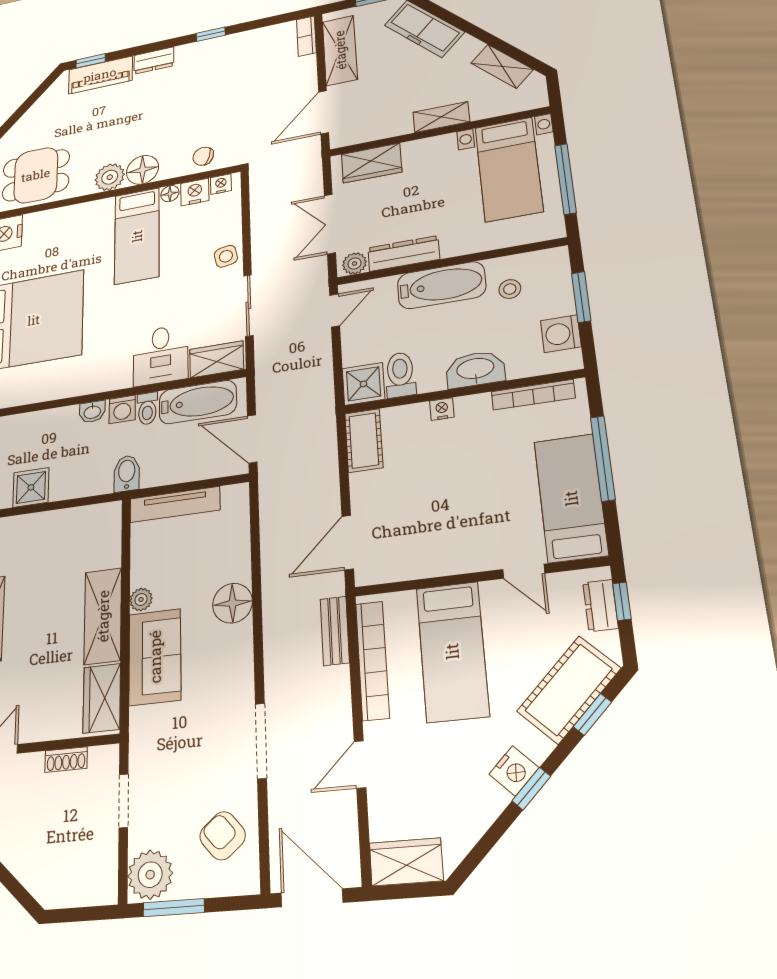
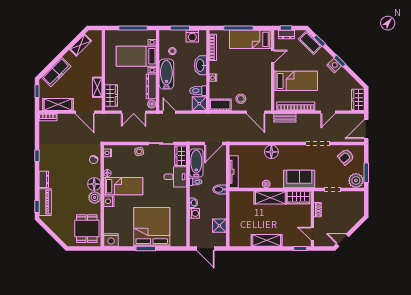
shelving: (441, 117) -> (97, 87), moved
bed with nightstands: (509, 169) -> (136, 56), moved, turned 180
nightstand: (195, 192) -> (109, 201), moved
washing machine: (122, 409) -> (194, 213), moved
stool: (385, 495) -> (241, 99), added
sofa: (155, 657) -> (299, 179), moved
cot: (569, 690) -> (310, 43), width x0.73, depth x0.75
door: (360, 765) -> (328, 112), hinge flipped

